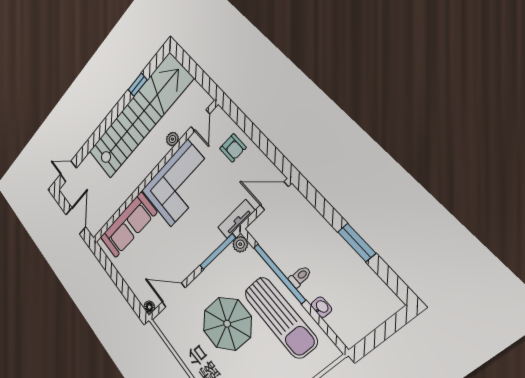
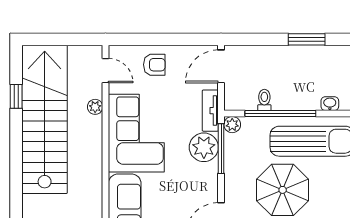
plant: (208, 238) -> (204, 147), added
toilet: (300, 277) -> (264, 100), moved

